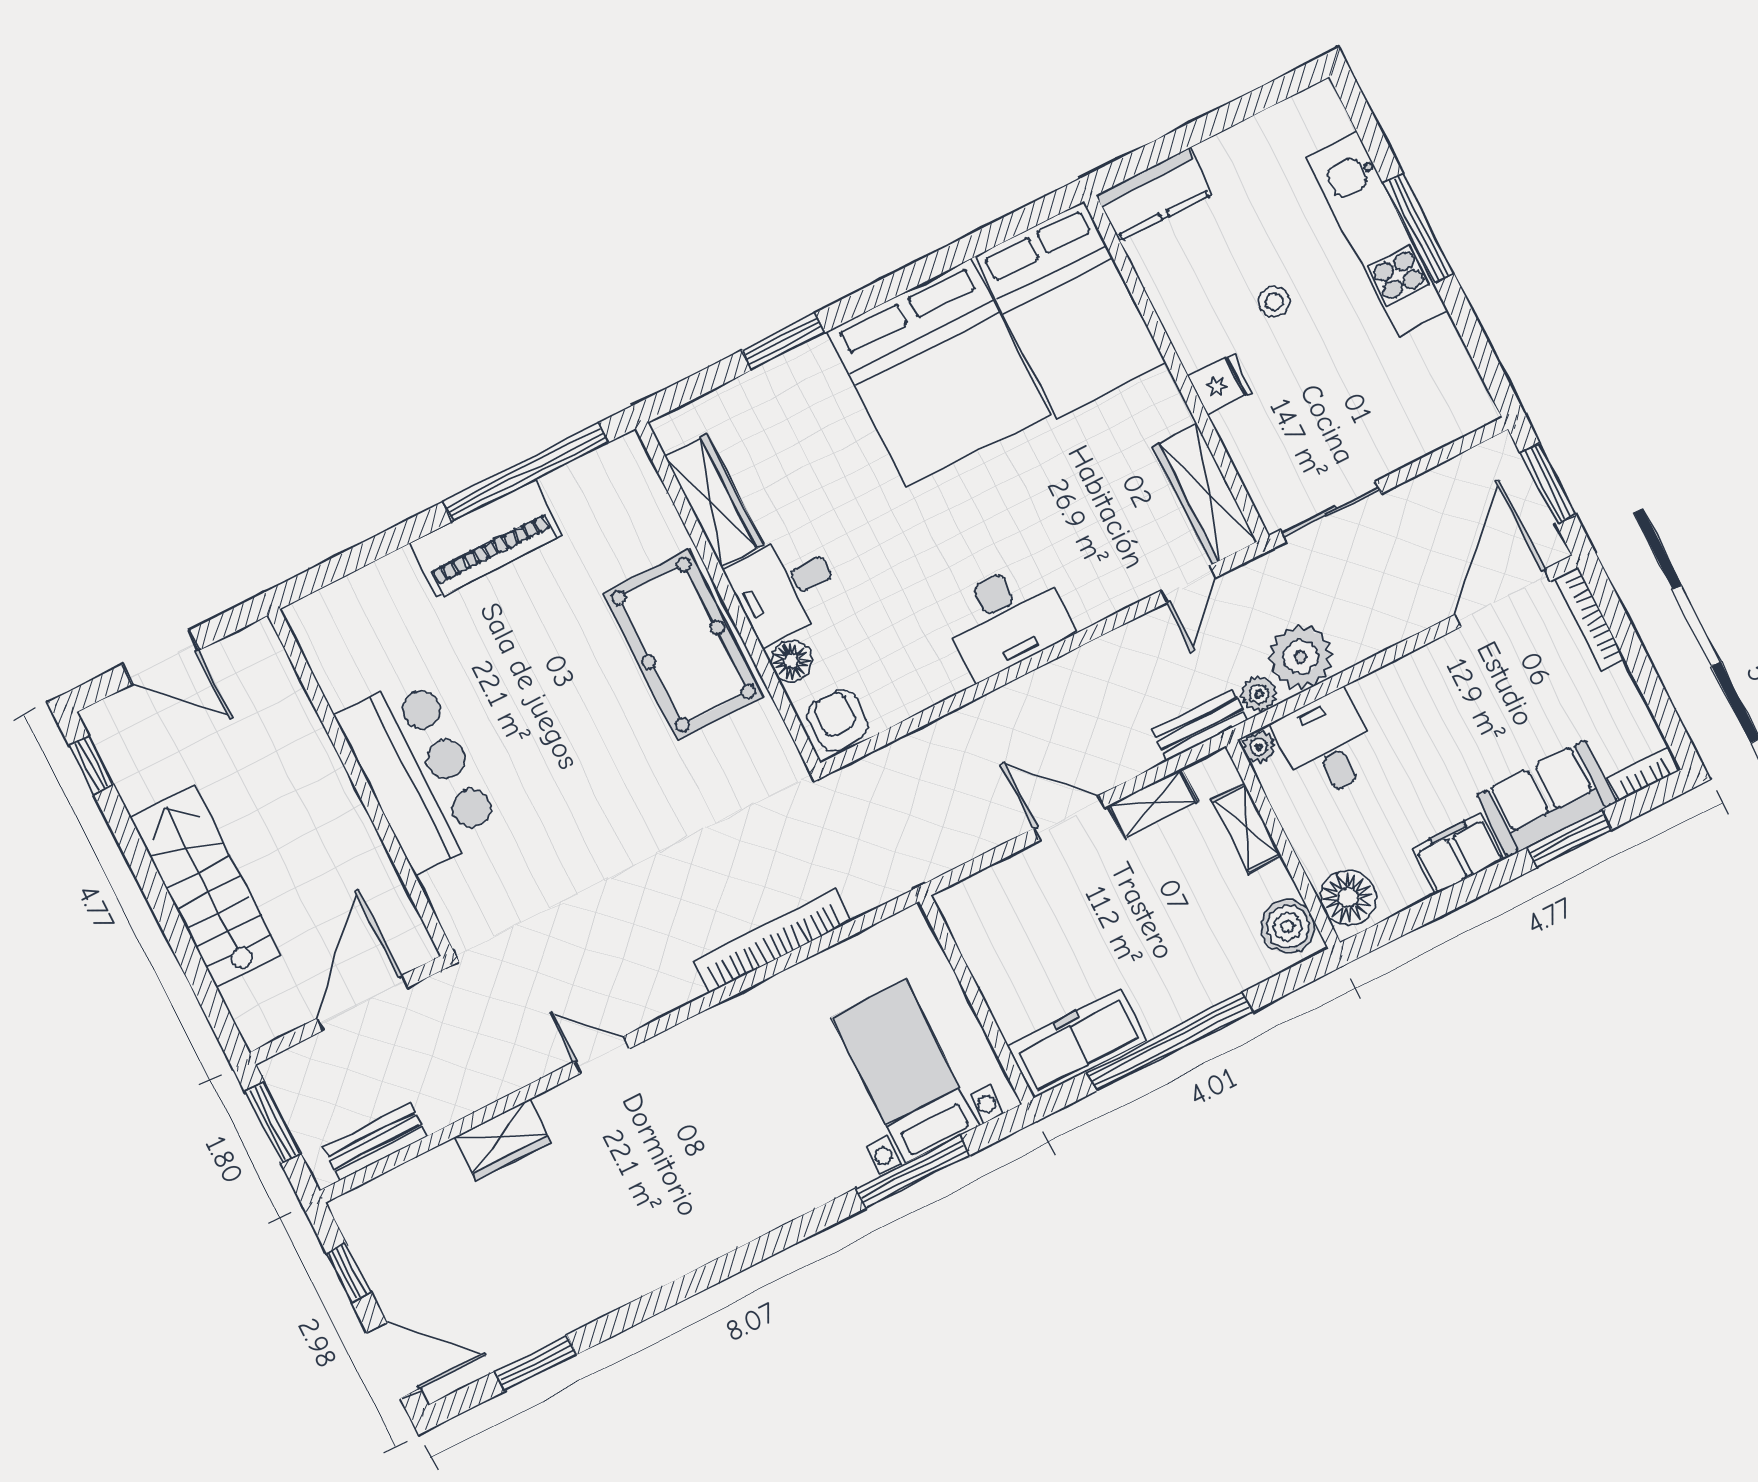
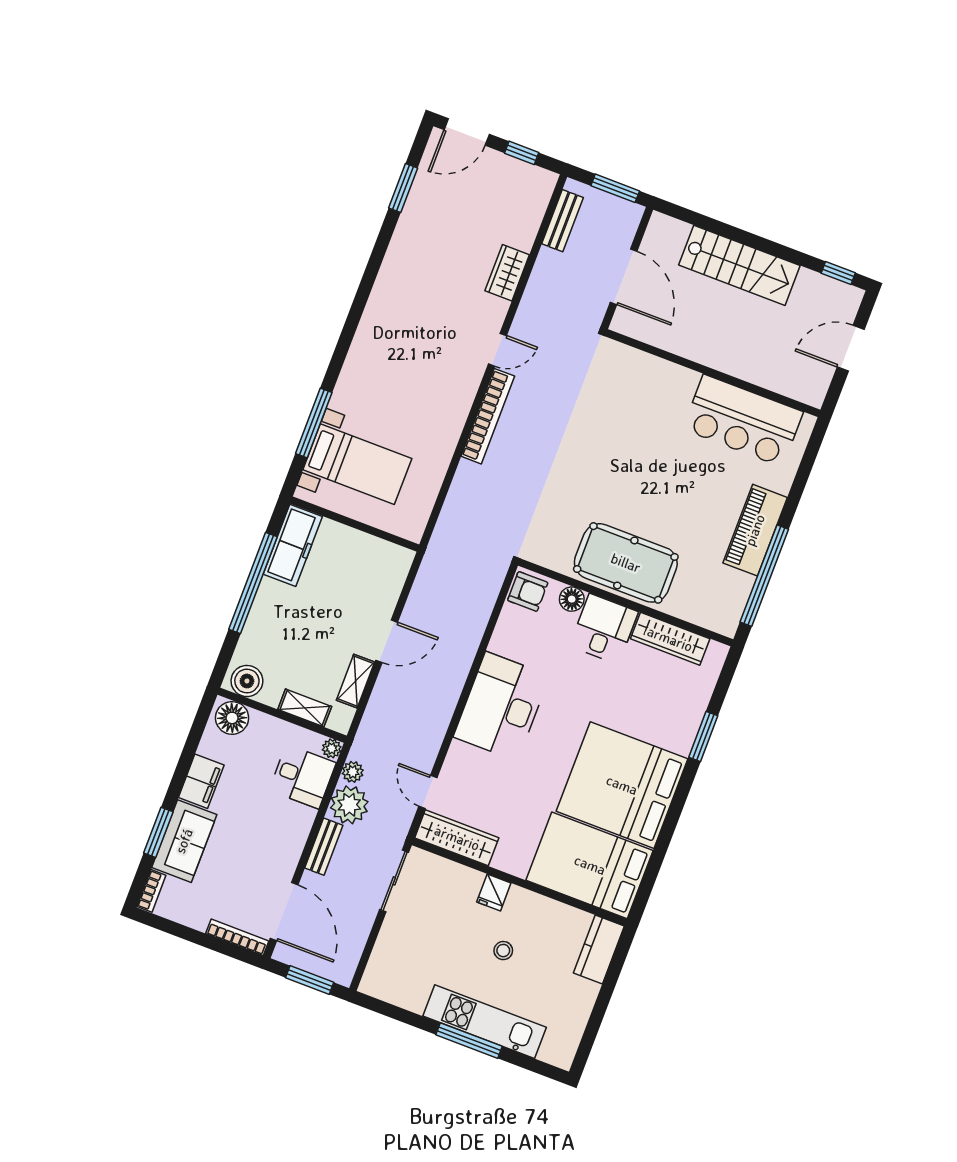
desk: (1006, 619) -> (501, 706), width x1.36, depth x1.30
bench: (1200, 725) -> (324, 847), moved
bar counter: (419, 773) -> (743, 421), moved
bookcase: (772, 941) -> (488, 416), moved

